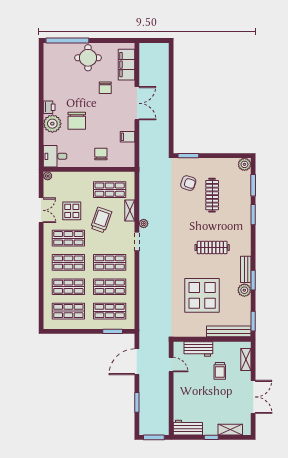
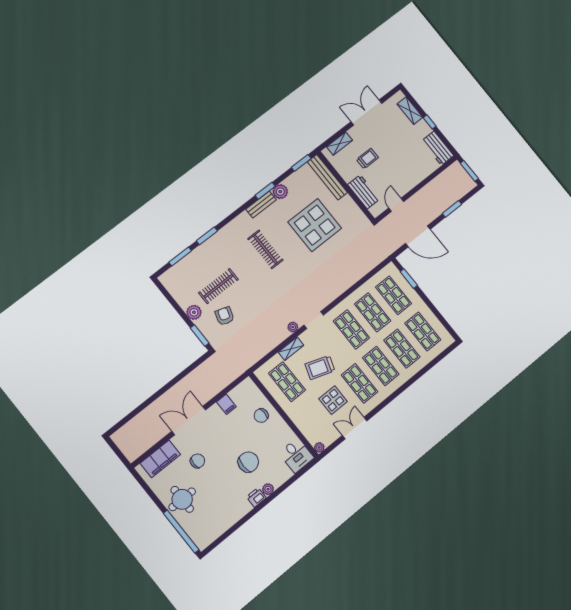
plant: (52, 124) -> (268, 489), width x0.53, depth x0.53
plant: (244, 164) -> (194, 312), moved

